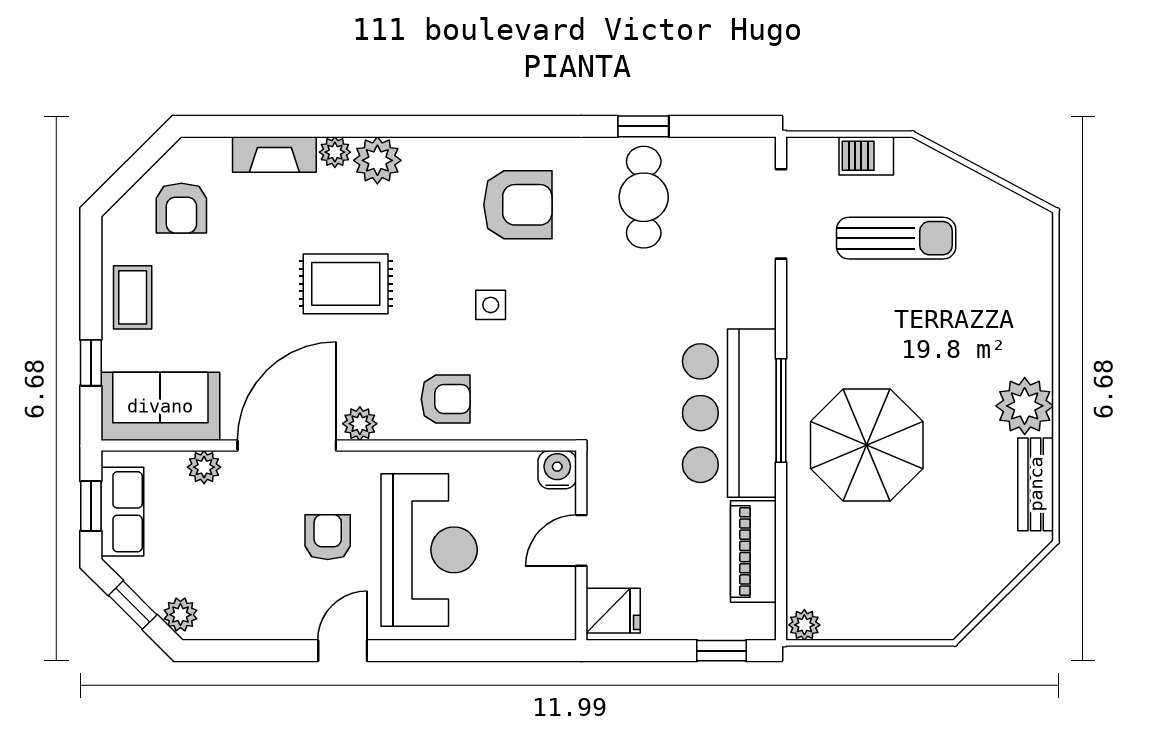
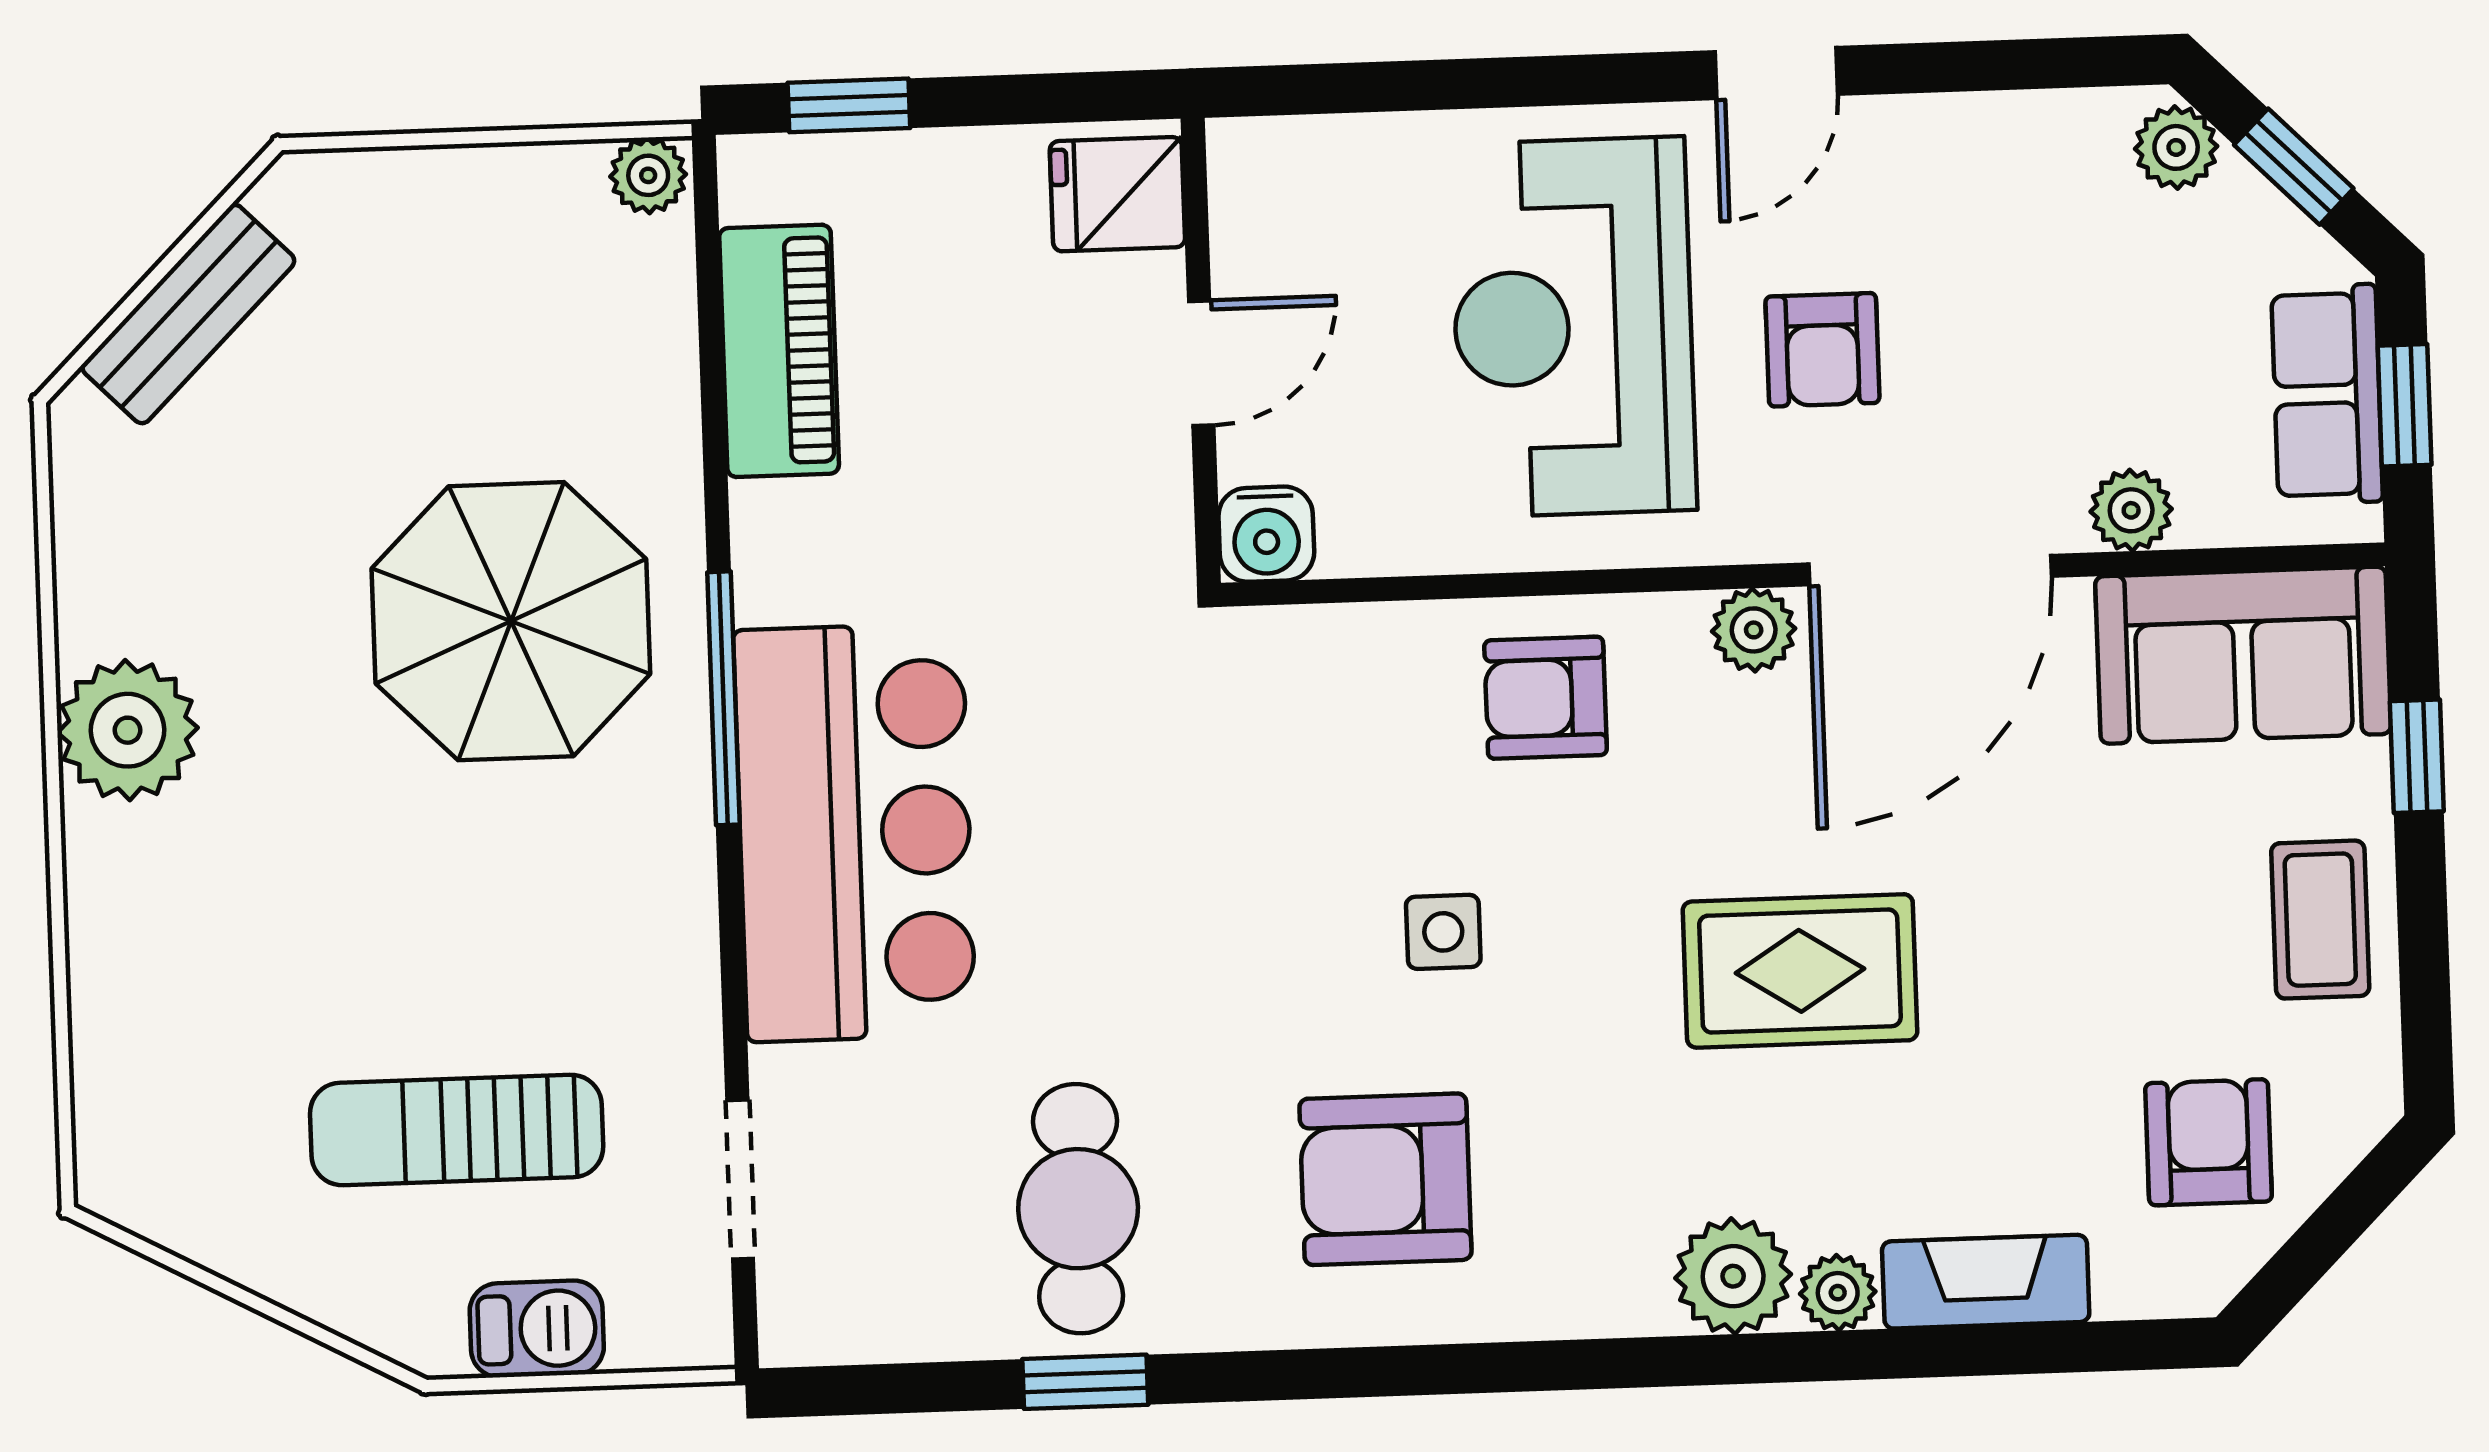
doorway: (781, 214) -> (740, 1180), width x0.73
bar counter: (729, 413) -> (855, 832), moved
bench: (1036, 484) -> (188, 314), moved, turned 45

